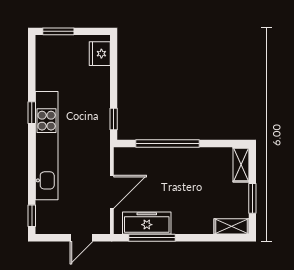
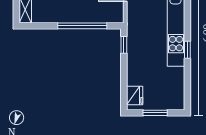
window: (58, 31) -> (155, 113), moved

